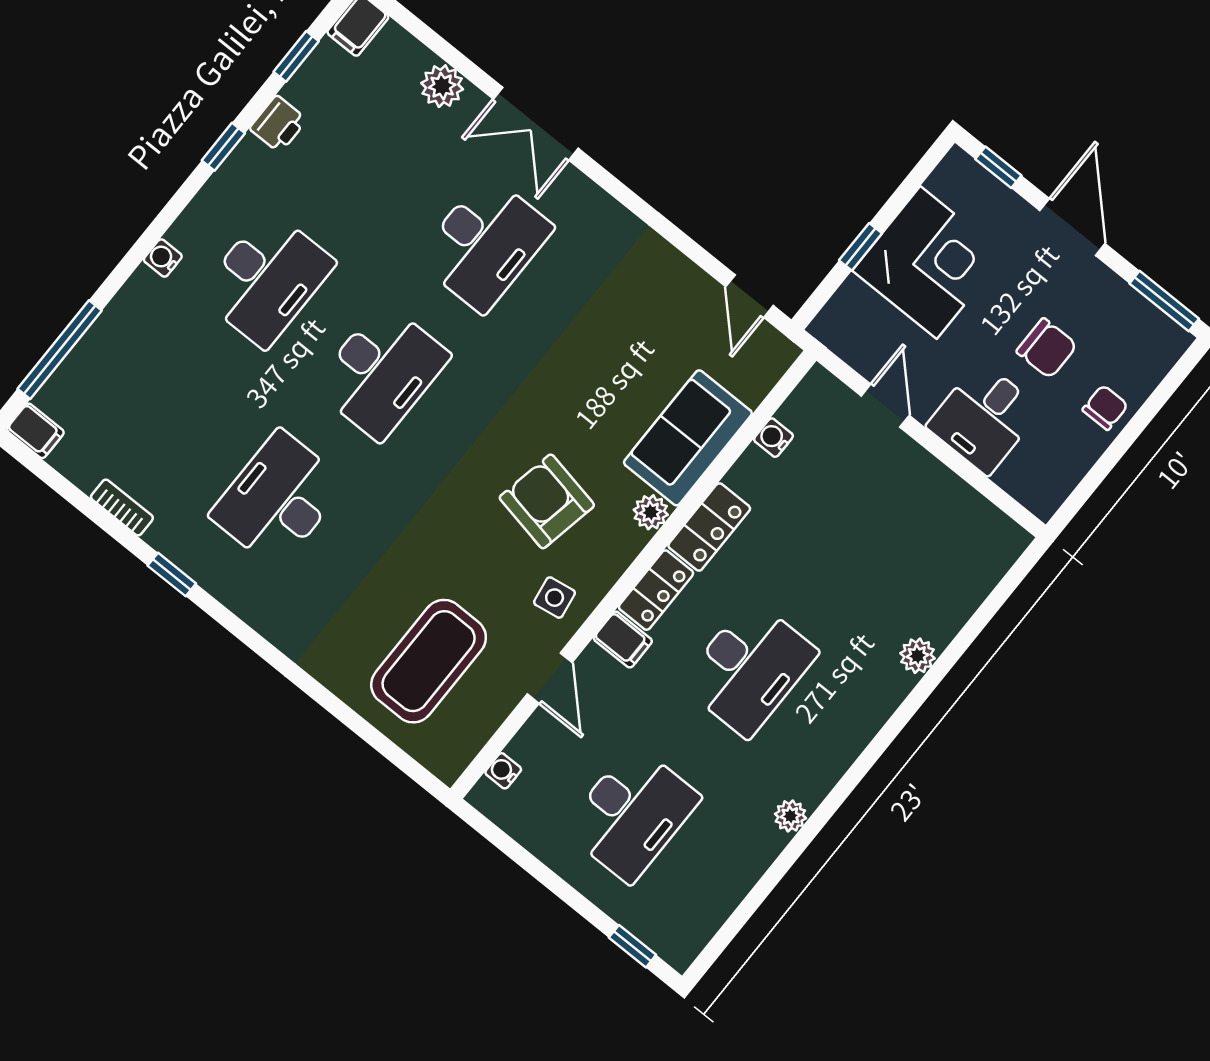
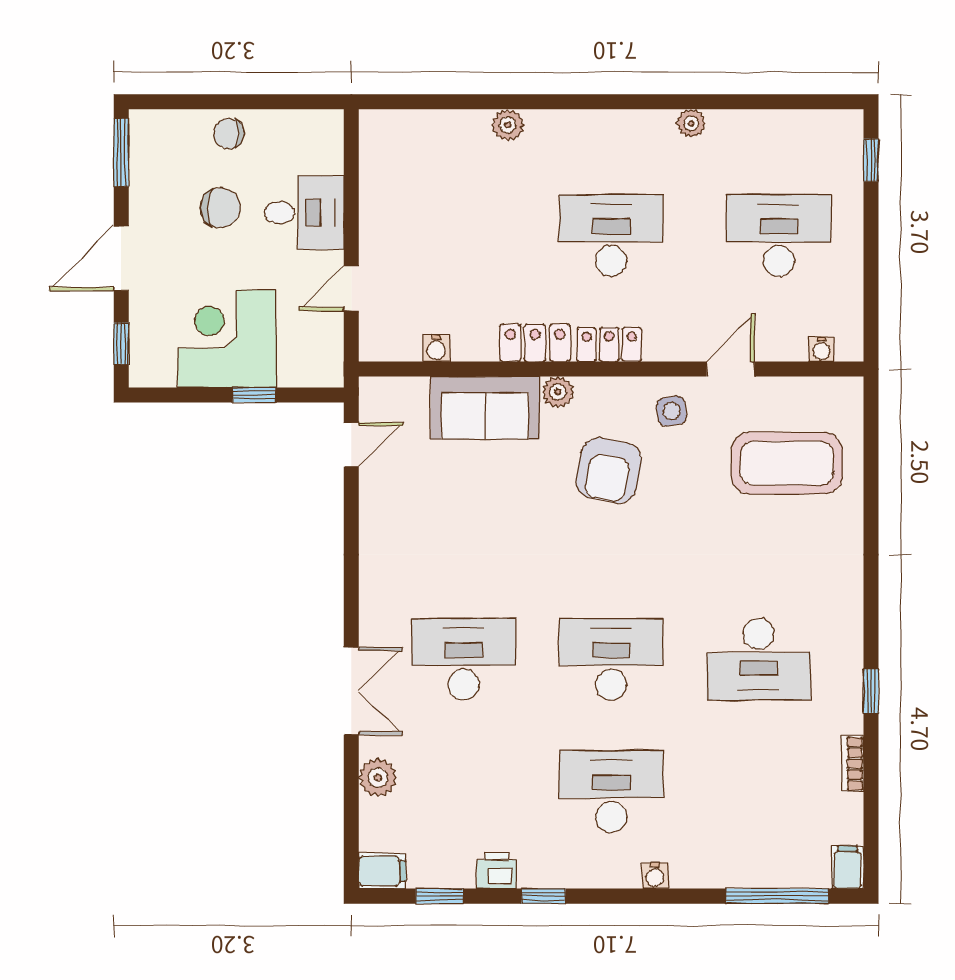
chair: (1047, 348) -> (220, 208), turned 90
filing cabinet: (623, 640) -> (662, 340), removed

